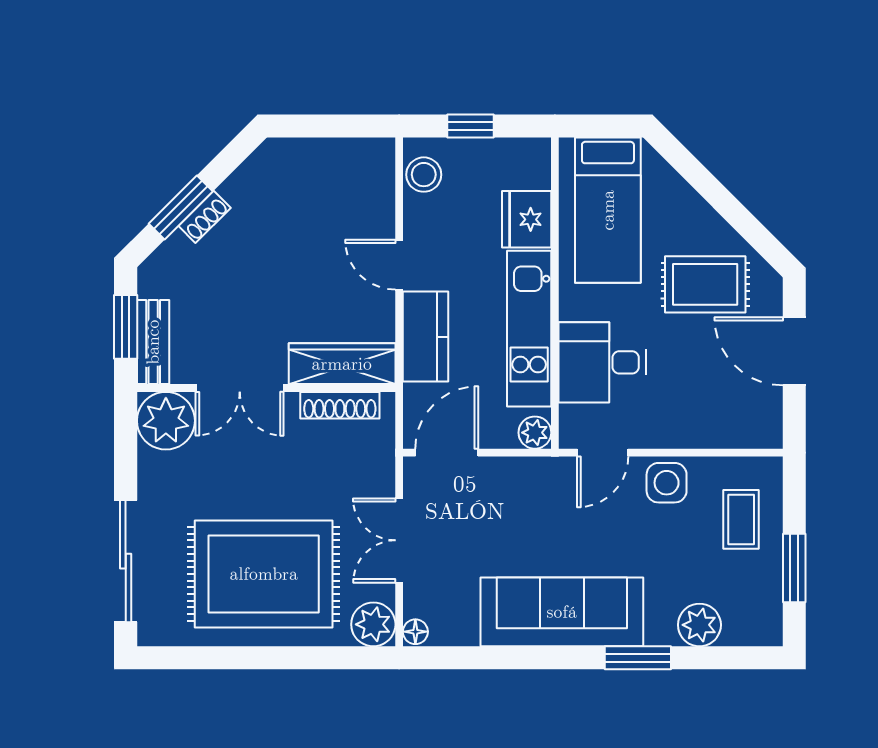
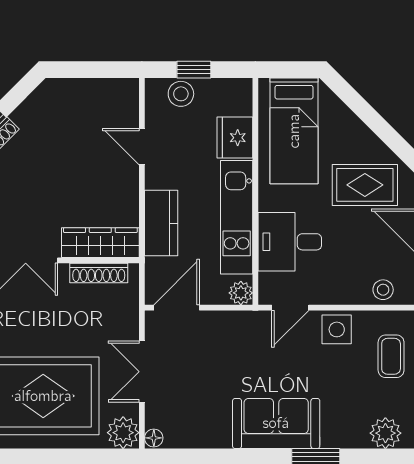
stool: (424, 175) -> (181, 94), moved
door: (399, 265) -> (142, 147), moved
stool: (730, 428) -> (383, 290), added
sofa: (562, 612) -> (276, 423), width x0.73
plant: (699, 625) -> (385, 433), moved

